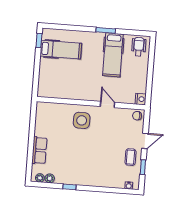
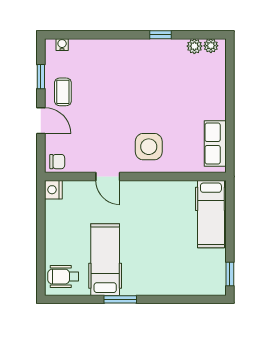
wheelchair: (139, 47) -> (63, 277), turned 90
hospital bed: (61, 50) -> (211, 214), moved, turned -90
door: (145, 141) -> (41, 121), swing flipped
row of seats: (39, 150) -> (215, 144), moved

